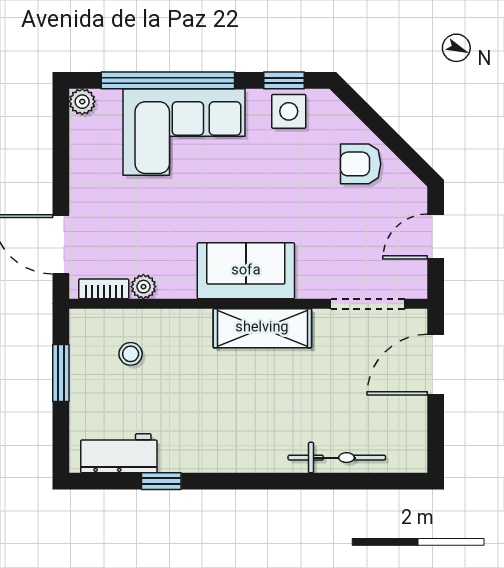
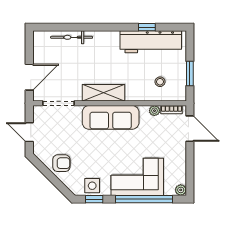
door: (436, 236) -> (29, 132), swing flipped
sofa: (246, 271) -> (111, 117), width x1.36
workbench: (119, 453) -> (151, 42), width x1.88, depth x1.32

